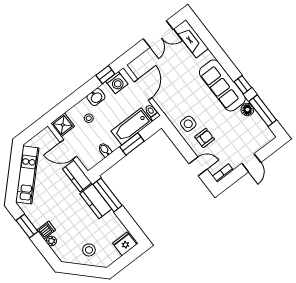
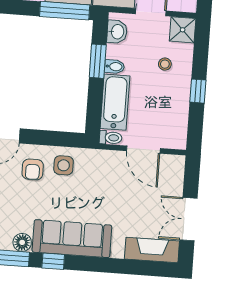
window: (105, 75) -> (198, 91), moved
washing machine: (117, 83) -> (176, 128), removed
washbasin: (96, 97) -> (117, 32), moved, turned 180
window: (132, 144) -> (98, 61), moved
bidet: (105, 150) -> (114, 67), moved

